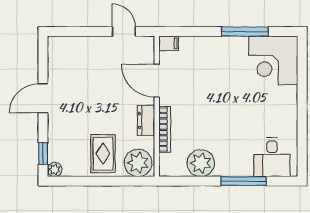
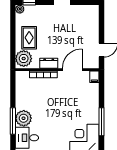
rug: (103, 154) -> (29, 38), turned 90
plant: (201, 163) -> (24, 118), moved

